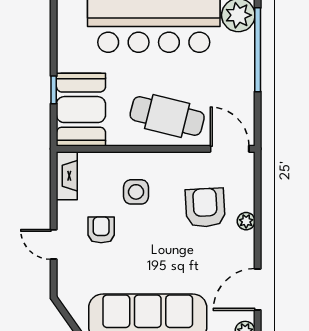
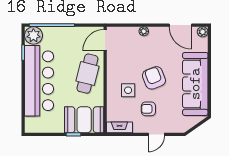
armchair: (205, 208) -> (154, 78), moved, turned 72

